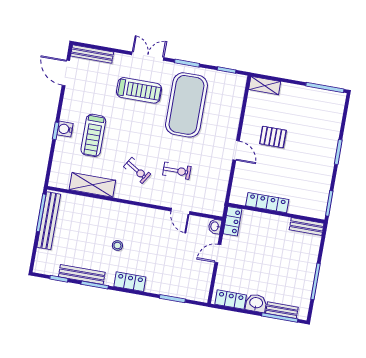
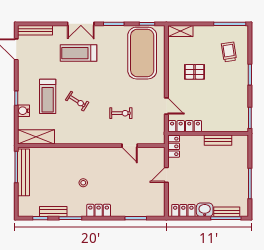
double door: (148, 56) -> (81, 24), swing flipped
treadmill: (139, 90) -> (78, 53), turned 180
exercise mat: (186, 105) -> (142, 53), moved
trolley: (318, 121) -> (229, 52), added
water cooler: (65, 129) -> (24, 111), moved
door: (236, 150) -> (166, 106), moved
exercise bike: (137, 170) -> (77, 101), moved
shelving: (92, 185) -> (36, 137), moved
locker: (267, 203) -> (185, 126), moved
washbasin: (215, 226) -> (160, 153), removed
bench: (307, 227) -> (218, 140), moved
bench: (82, 274) -> (53, 212), width x0.73

